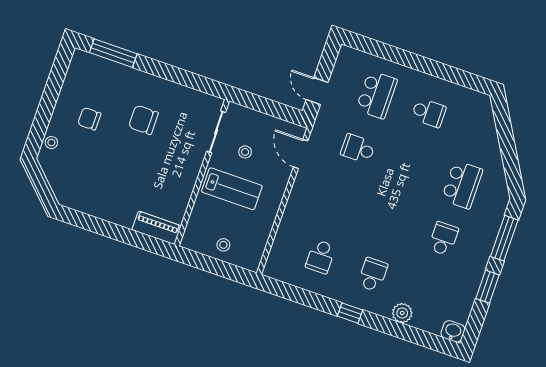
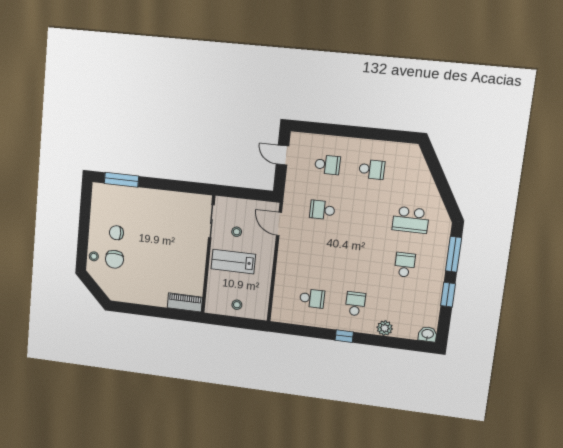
door: (317, 91) -> (282, 155), moved
school desk: (377, 95) -> (327, 165), width x0.54
chair: (143, 120) -> (114, 259), moved, turned -90
school desk: (462, 185) -> (411, 220), turned 90
lab bench: (232, 189) -> (233, 262), turned 180
school desk: (321, 257) -> (312, 298), turned -90

